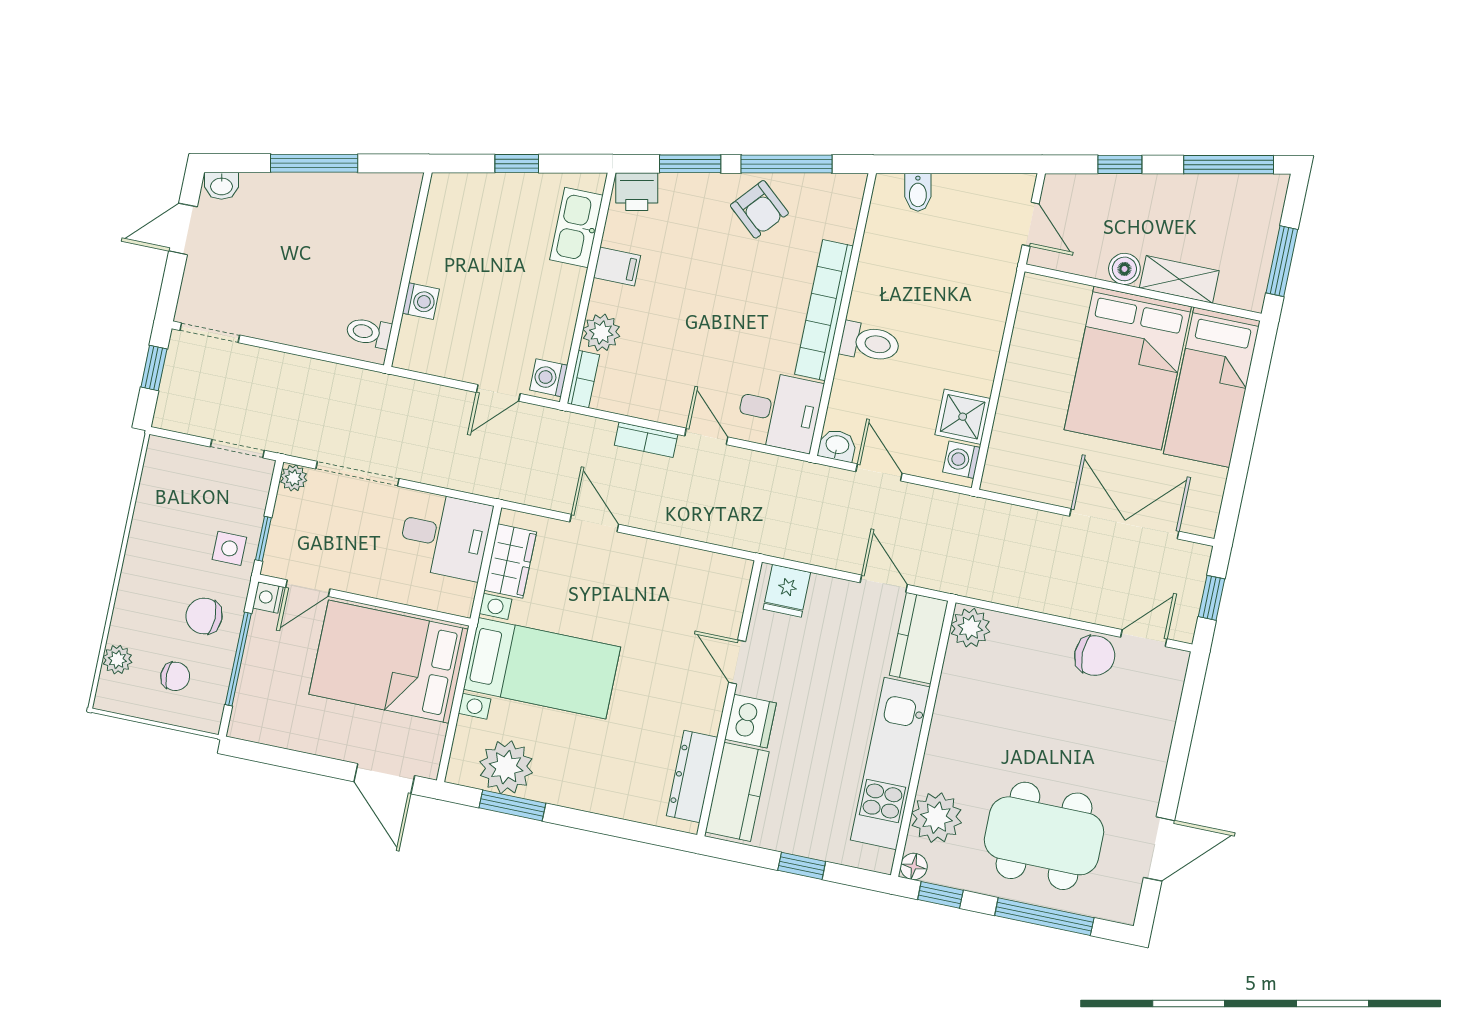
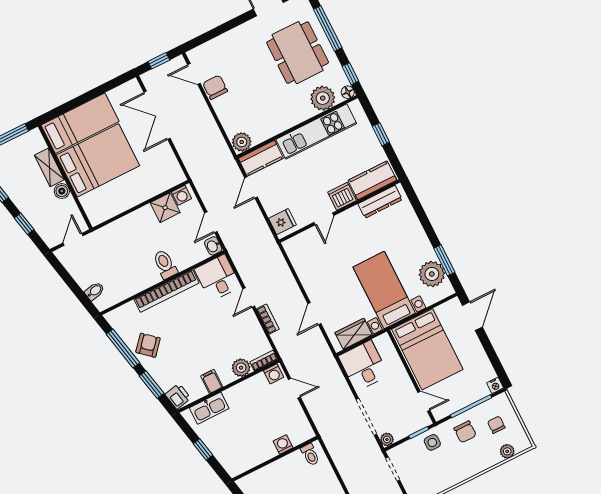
nightstand: (268, 597) -> (495, 385), moved

